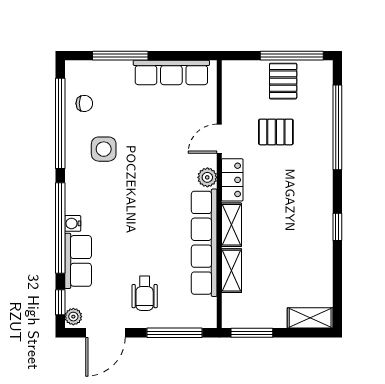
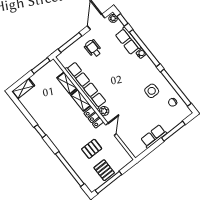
row of seats: (171, 72) -> (154, 136), width x0.68

